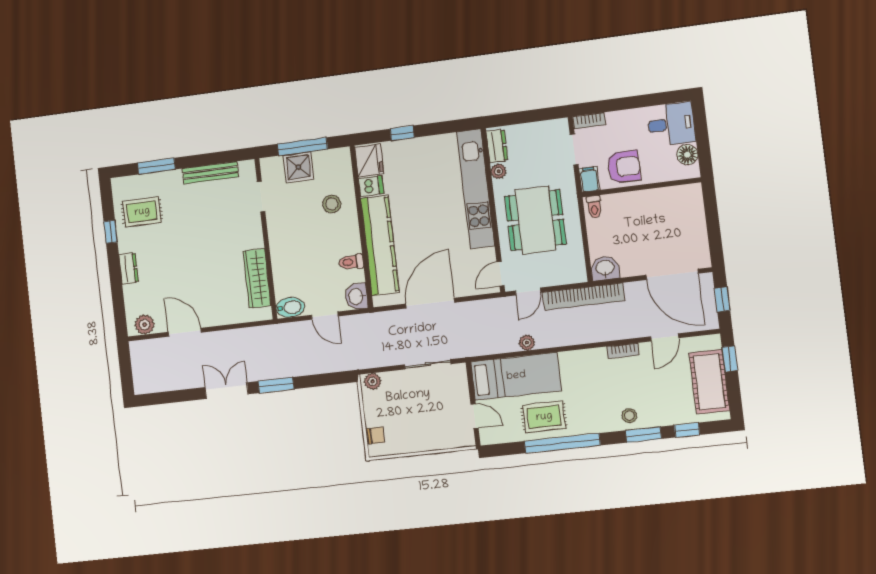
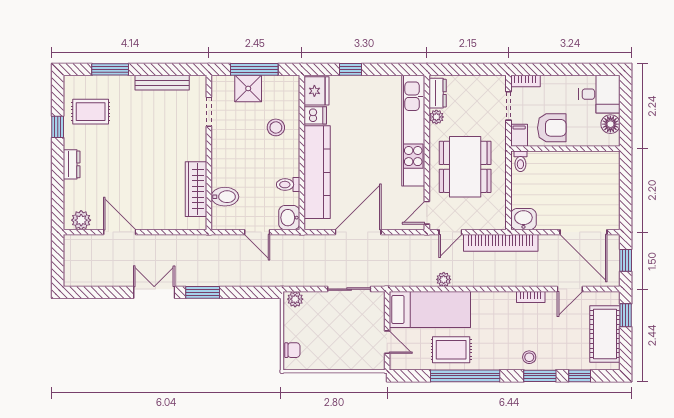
bidet: (290, 307) -> (225, 197), moved

